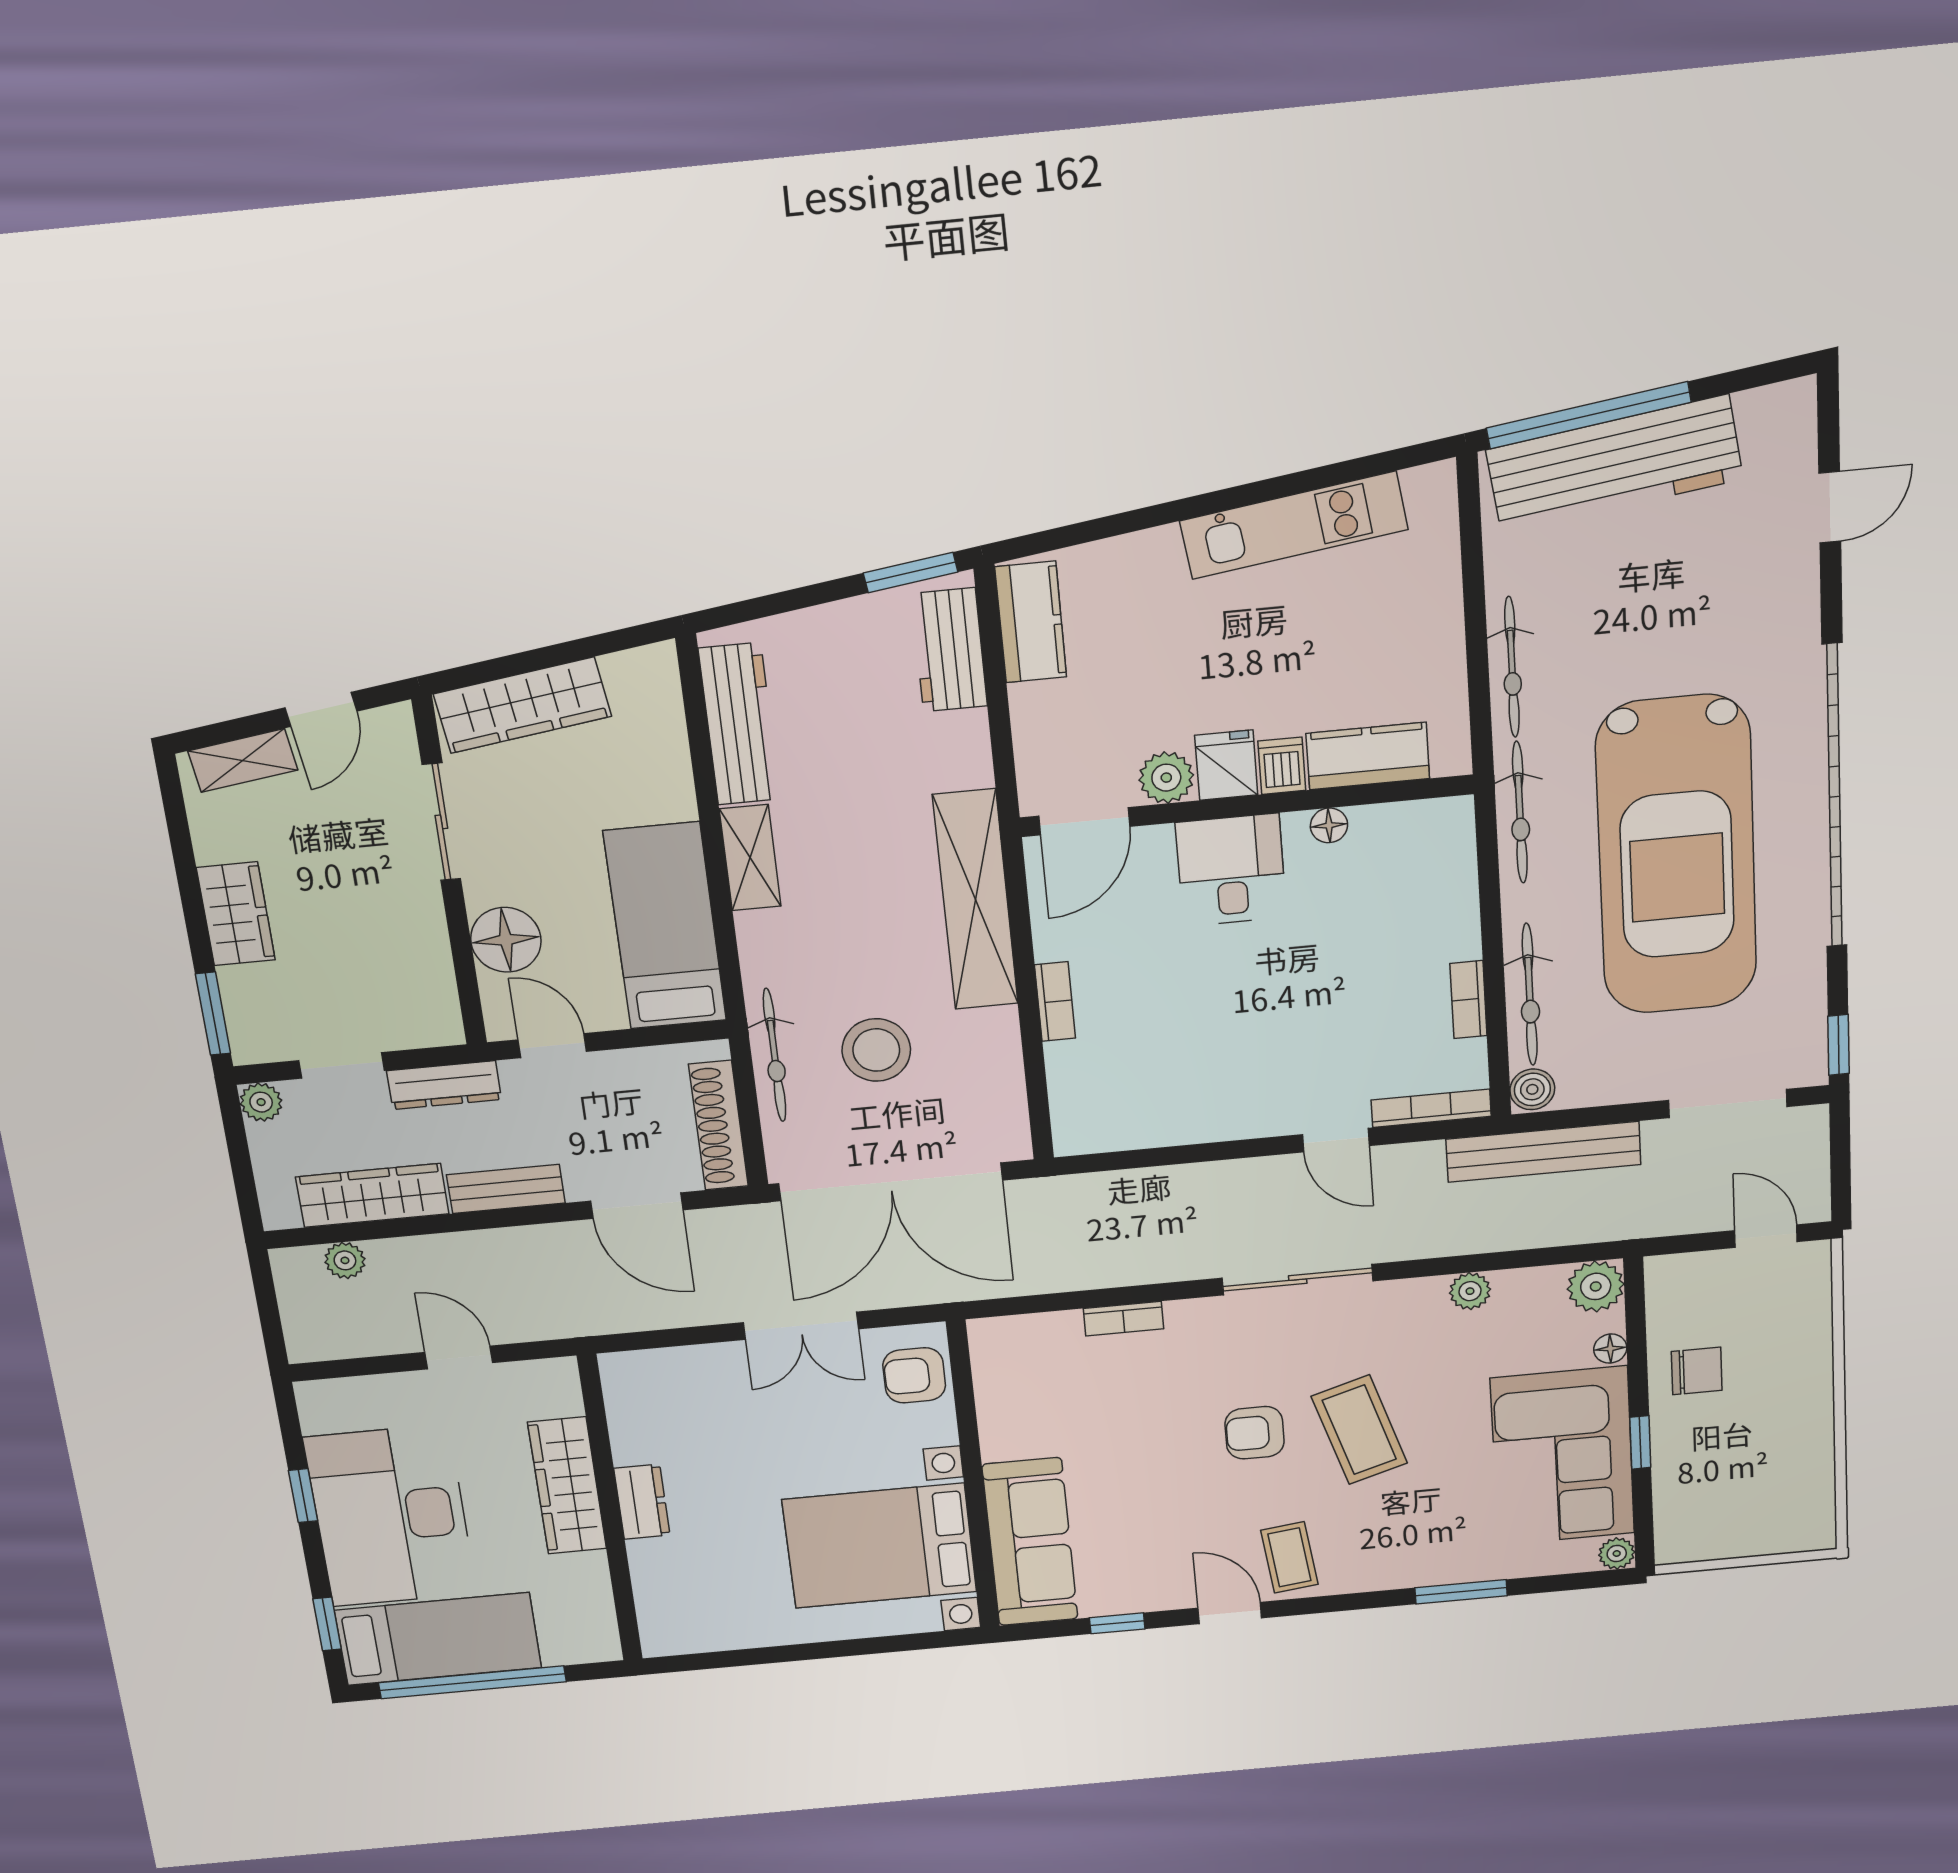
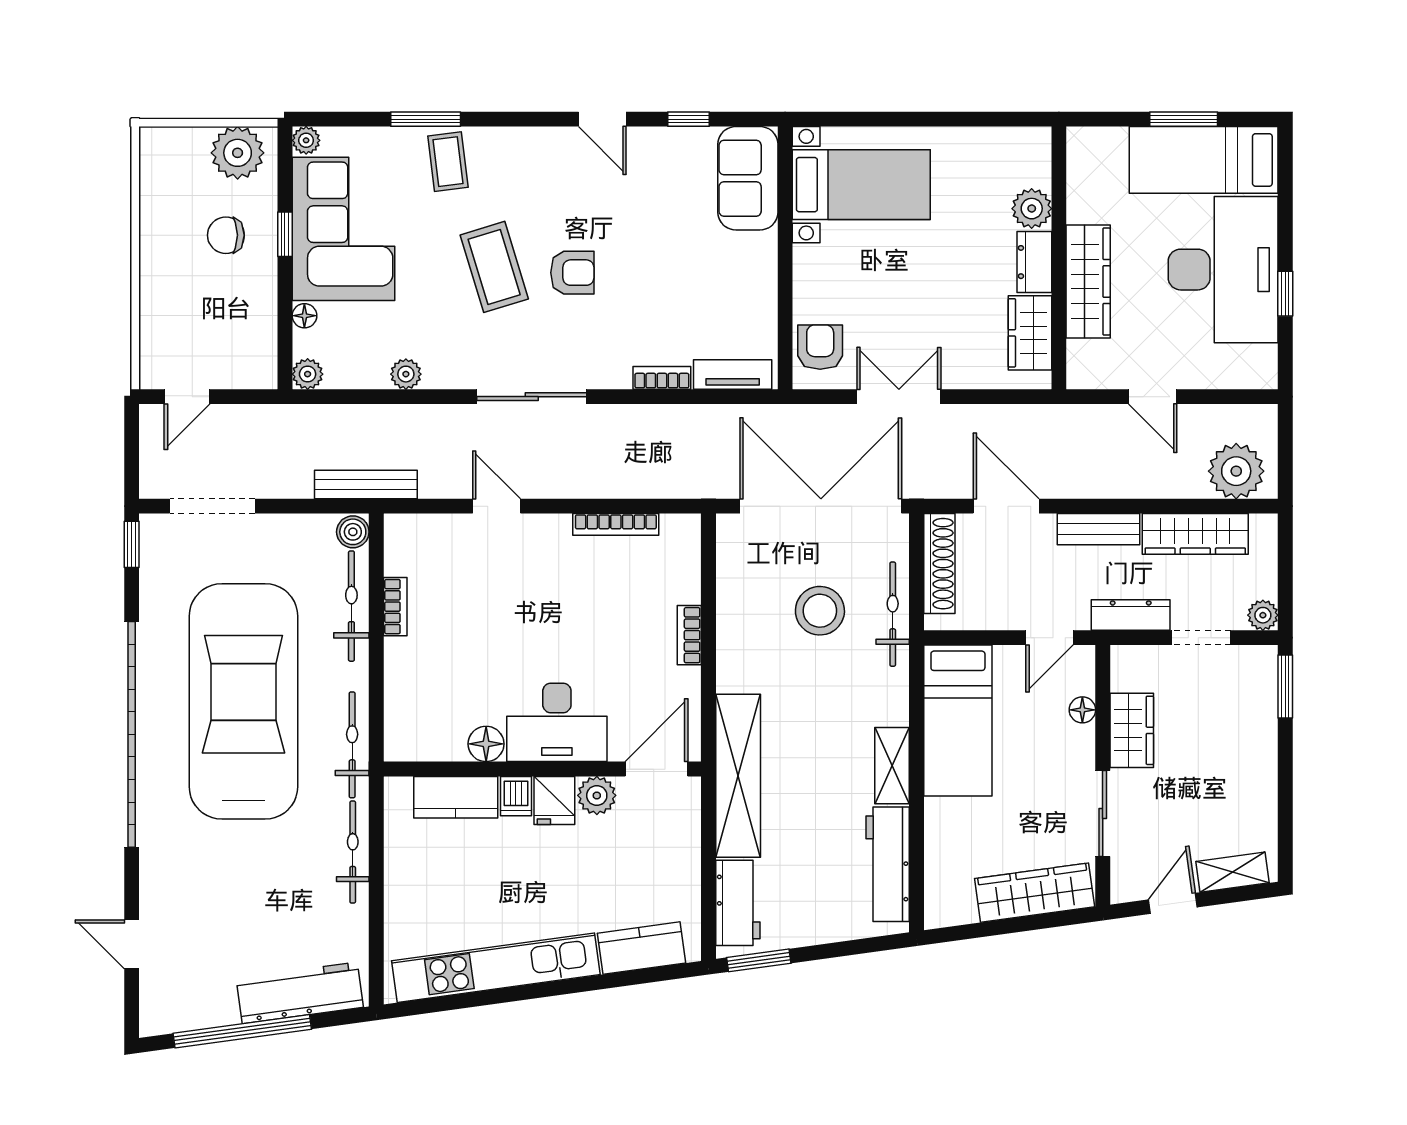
window: (1589, 415) -> (242, 1031), moved
workbench: (1615, 465) -> (300, 993), width x0.73, depth x0.76
door: (1830, 507) -> (132, 944), hinge flipped
kitchen unit: (1294, 525) -> (496, 968), width x1.36
kitchen counter: (1031, 622) -> (642, 948), moved, turned 82
floor lamp: (1329, 825) -> (486, 744), width x1.37, depth x1.37
desk: (1231, 870) -> (557, 722), width x1.37
shelving: (975, 900) -> (738, 776), moved
wardrobe: (236, 914) -> (1132, 730), moved, turned 180
floor lamp: (506, 940) -> (1082, 710), width x0.53, depth x0.53
door: (552, 1046) -> (1050, 638), hinge flipped
bookcase: (1431, 1108) -> (616, 524), moved
bench: (1543, 1152) -> (366, 485), width x0.73, depth x0.82
door: (1766, 1236) -> (187, 397), hinge flipped
plant: (345, 1260) -> (1236, 471), width x1.88, depth x1.88
plant: (1596, 1286) -> (308, 374), width x0.73, depth x0.73
tv unit: (1028, 1332) -> (733, 374), added
chair: (1697, 1371) -> (226, 235), moved
armchair: (914, 1375) -> (820, 347), turned -90
wardrobe: (635, 1418) -> (1030, 333), added
plant: (1706, 1531) -> (238, 153), added
sofa: (1030, 1542) -> (748, 178), width x0.73
bed with nightstands: (880, 1546) -> (861, 185), width x0.73
coffee table: (1289, 1557) -> (448, 162), moved
plant: (655, 1563) -> (1032, 209), added
window: (327, 1624) -> (1285, 182), removed
window: (472, 1682) -> (1184, 119), width x0.47

